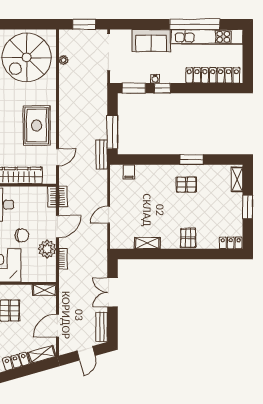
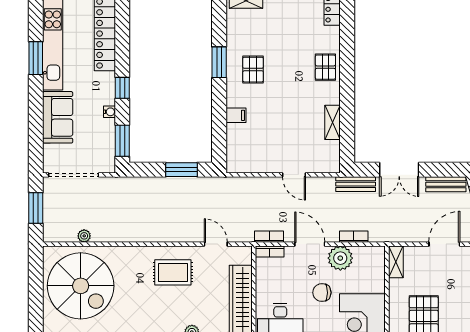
window: (195, 24) -> (36, 58), width x0.47
window: (162, 88) -> (122, 88), moved
rug: (37, 125) -> (173, 272), width x0.73, depth x0.70
window: (112, 132) -> (182, 170), width x0.69
bench: (102, 154) -> (356, 184), moved
filing cabinet: (129, 172) -> (236, 115), moved
chair: (22, 235) -> (322, 293), turned -90
pallet: (188, 238) -> (325, 67), turned 90
door: (58, 326) -> (444, 244), swing flipped

